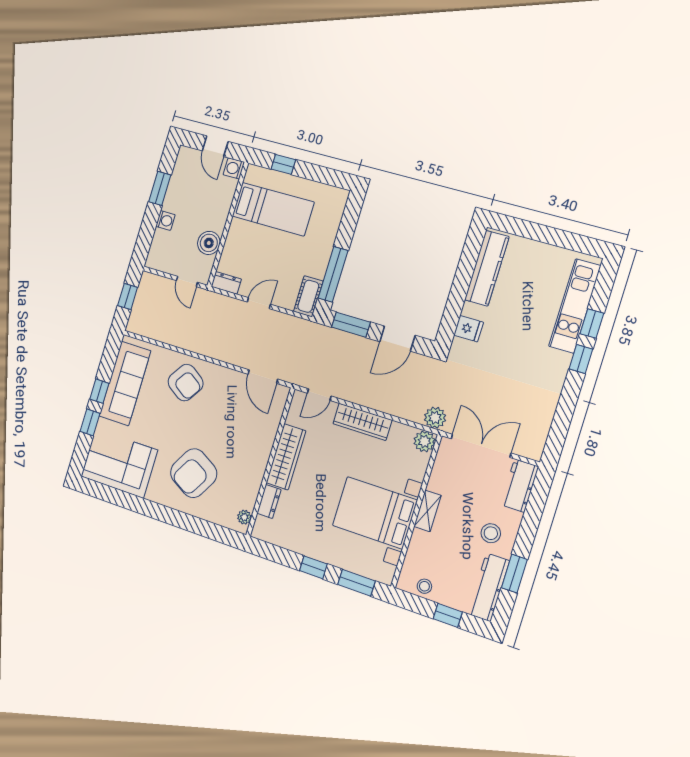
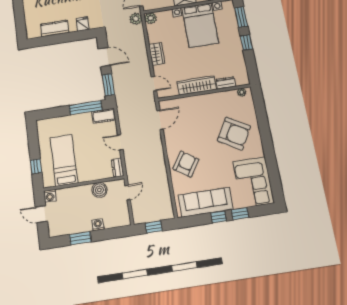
door: (215, 146) -> (41, 214), swing flipped
kitchen counter: (487, 268) -> (55, 29), width x0.67
wardrobe: (362, 422) -> (157, 54), width x0.67

